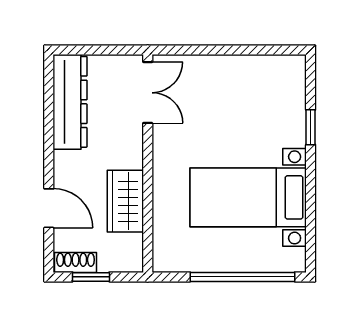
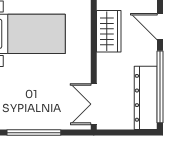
window: (237, 50) -> (34, 133), added
window: (49, 118) -> (160, 87), added

